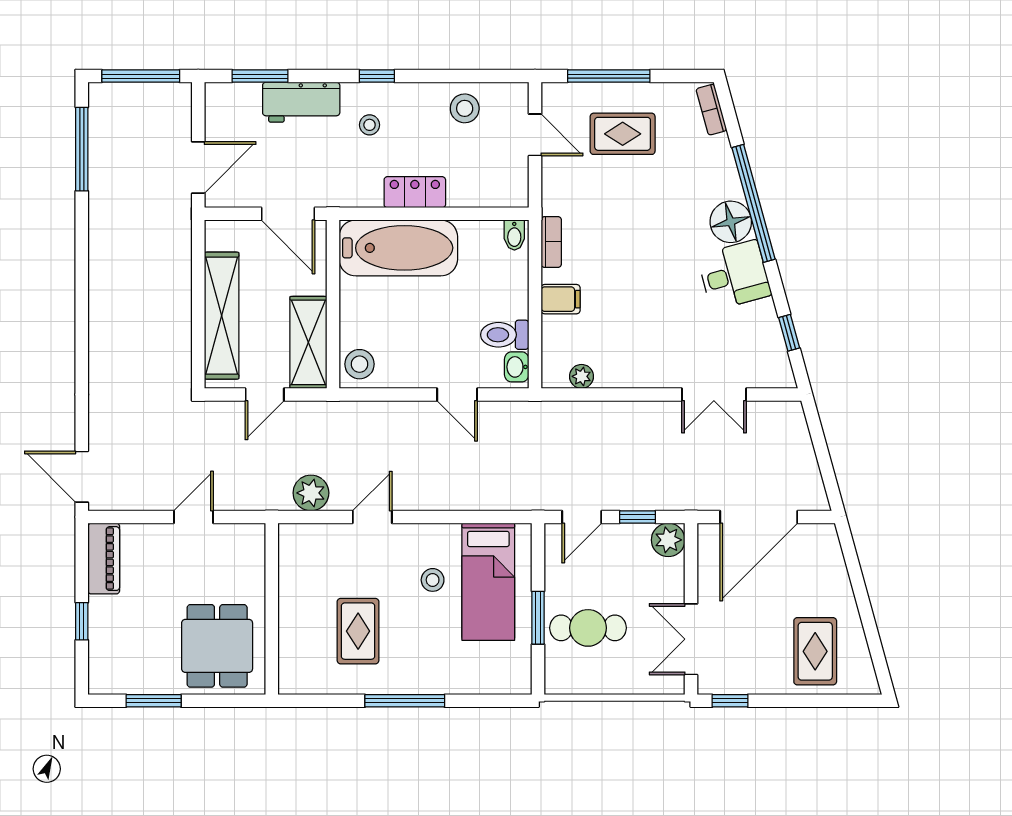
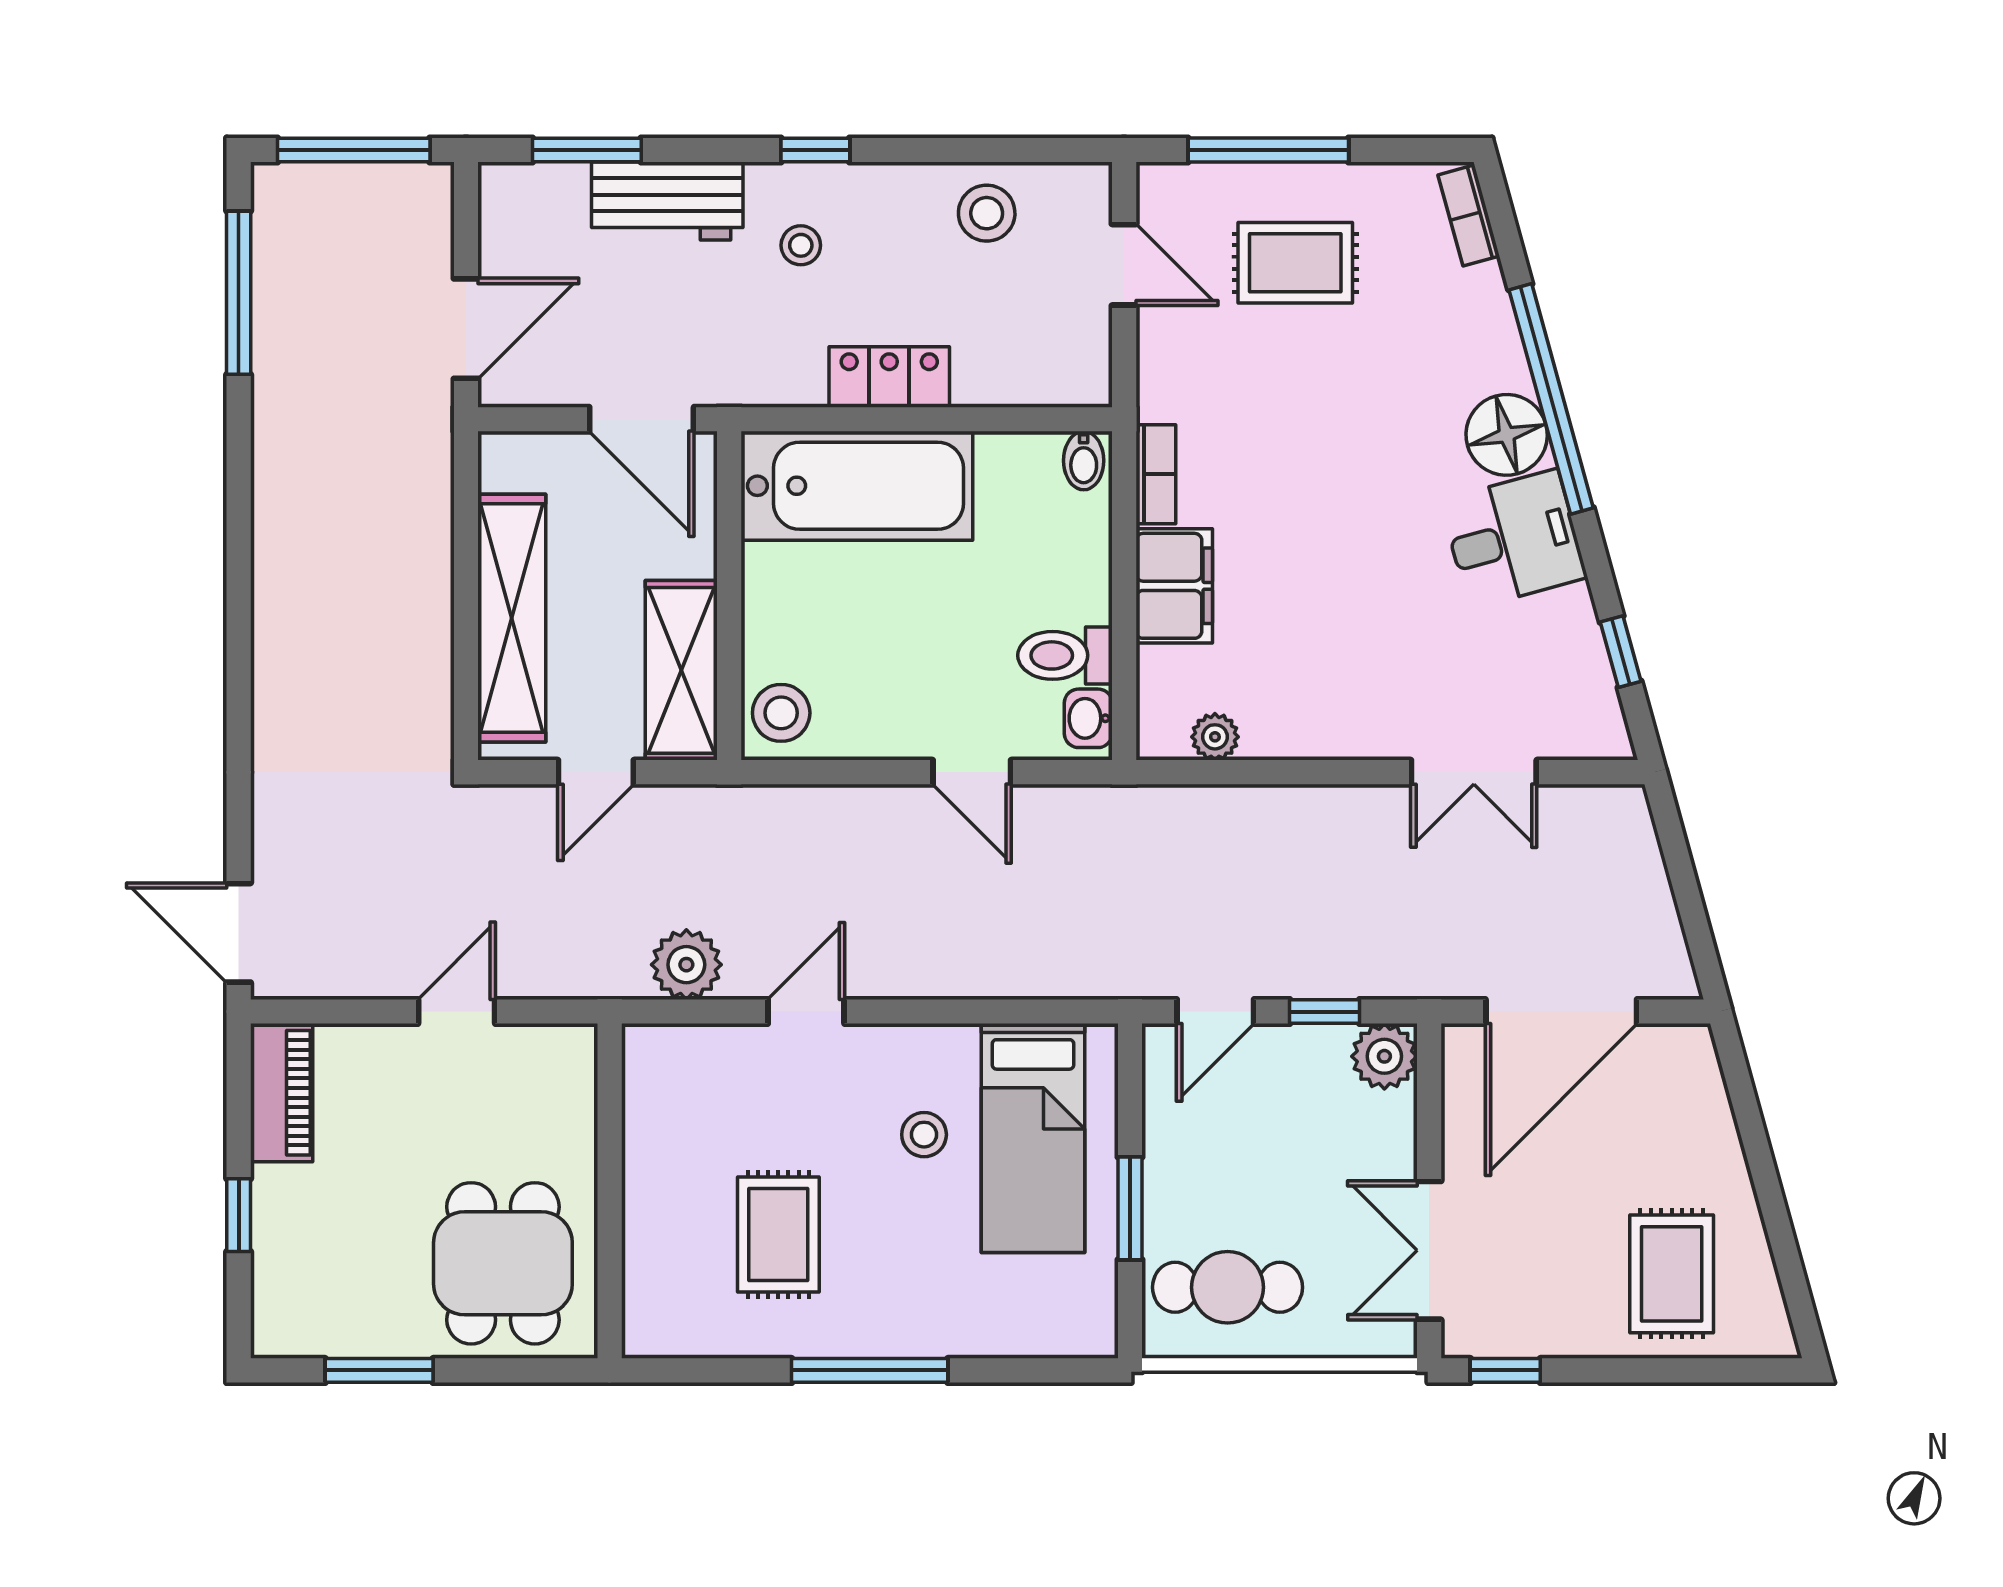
filing cabinet: (561, 299) -> (1174, 586), width x2.00
cafe table: (588, 628) -> (1228, 1287), moved

